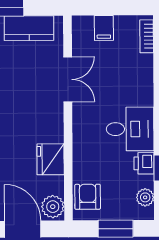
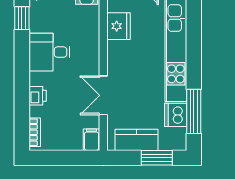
filing cabinet: (104, 28) -> (91, 140), moved
printer: (144, 163) -> (38, 96), moved

